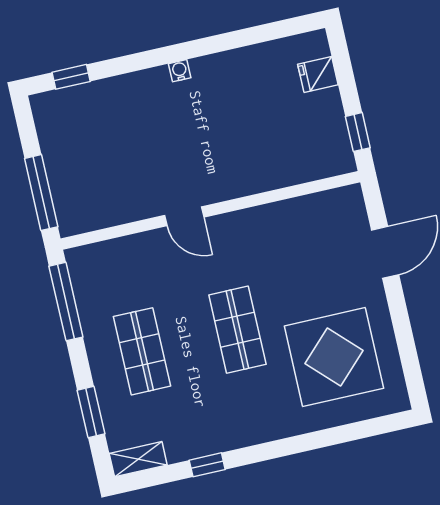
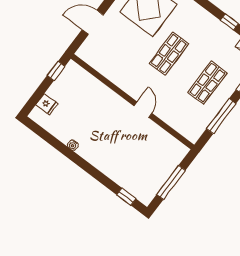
water cooler: (180, 71) -> (73, 145), moved
window: (41, 193) -> (171, 182), moved
window: (66, 302) -> (221, 116), moved

